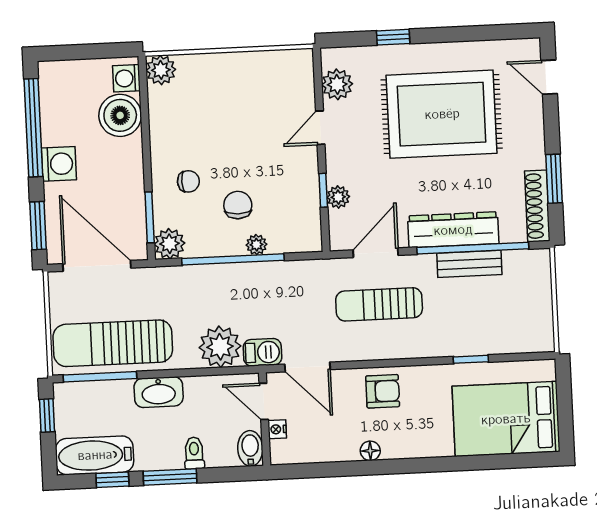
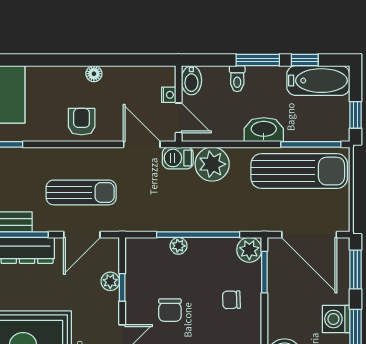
chair: (238, 205) -> (170, 310), moved
armchair: (383, 391) -> (82, 122), turned 90

